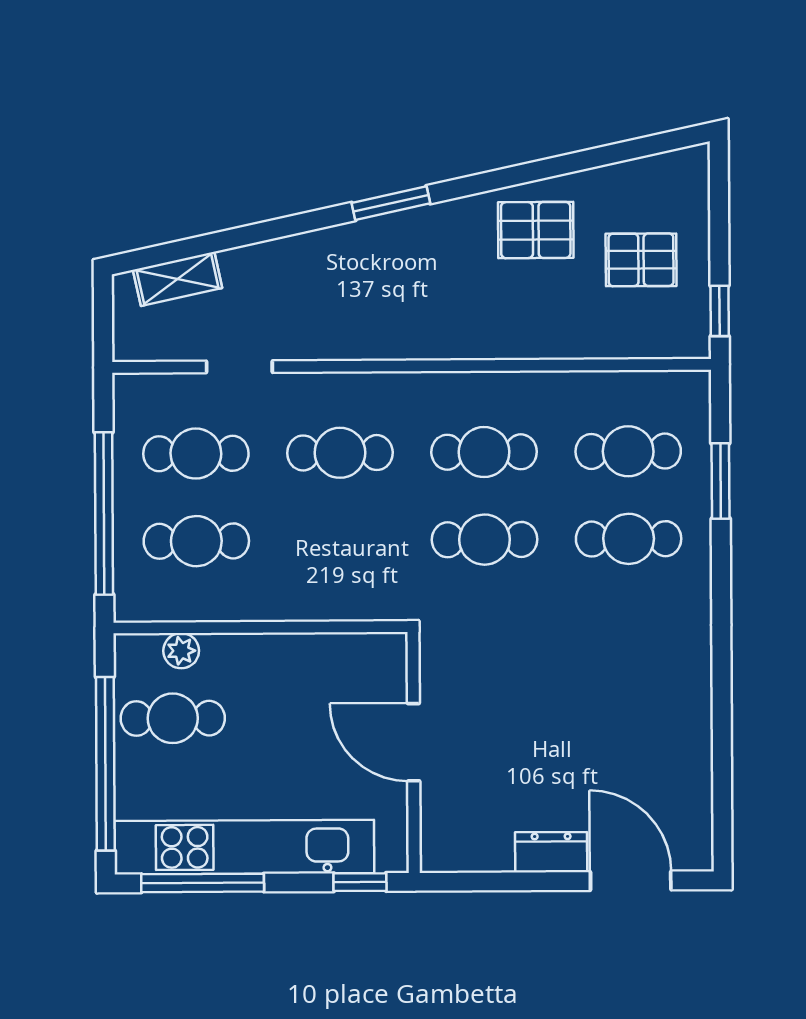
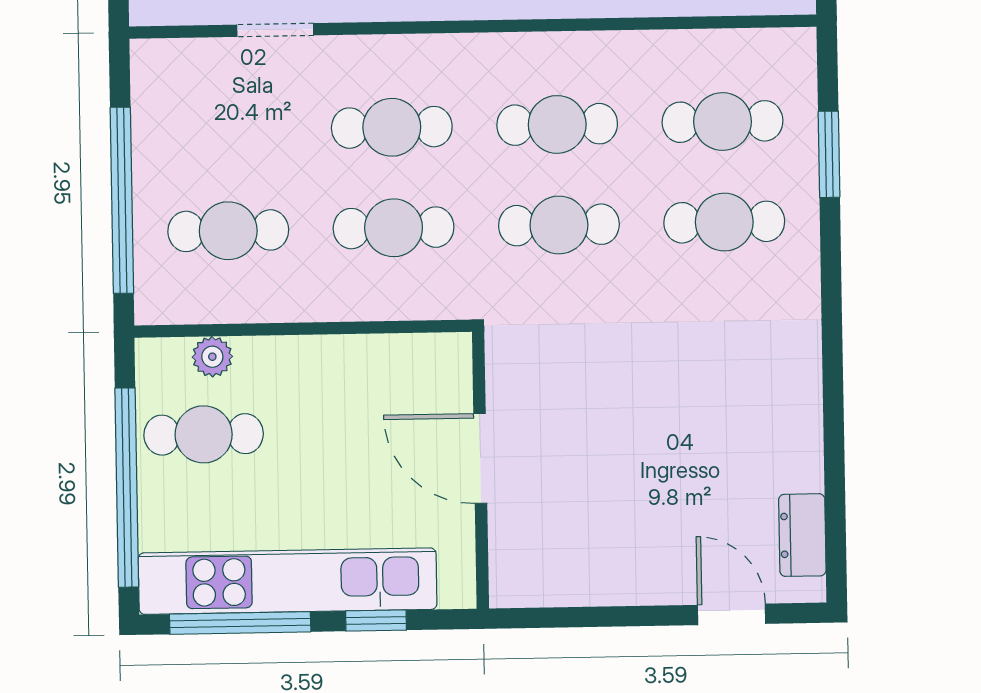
cafe table: (196, 454) -> (394, 228), moved
dresser: (551, 852) -> (802, 535), moved, turned -90
door: (631, 881) -> (731, 614), width x0.73
window: (360, 882) -> (376, 621), moved

